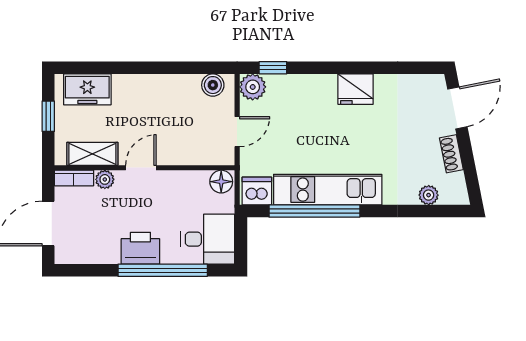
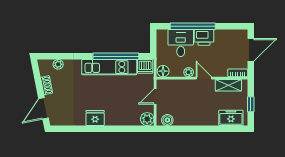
window: (273, 68) -> (137, 129), removed
door: (141, 168) -> (204, 78), swing flipped
plant: (105, 179) -> (189, 72), moved
desk: (208, 239) -> (181, 43), moved, turned 90

